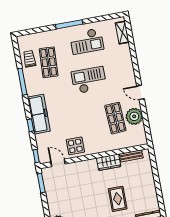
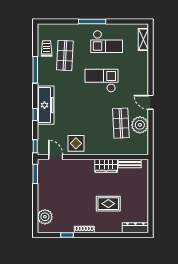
rug: (118, 199) -> (108, 204), turned 90

